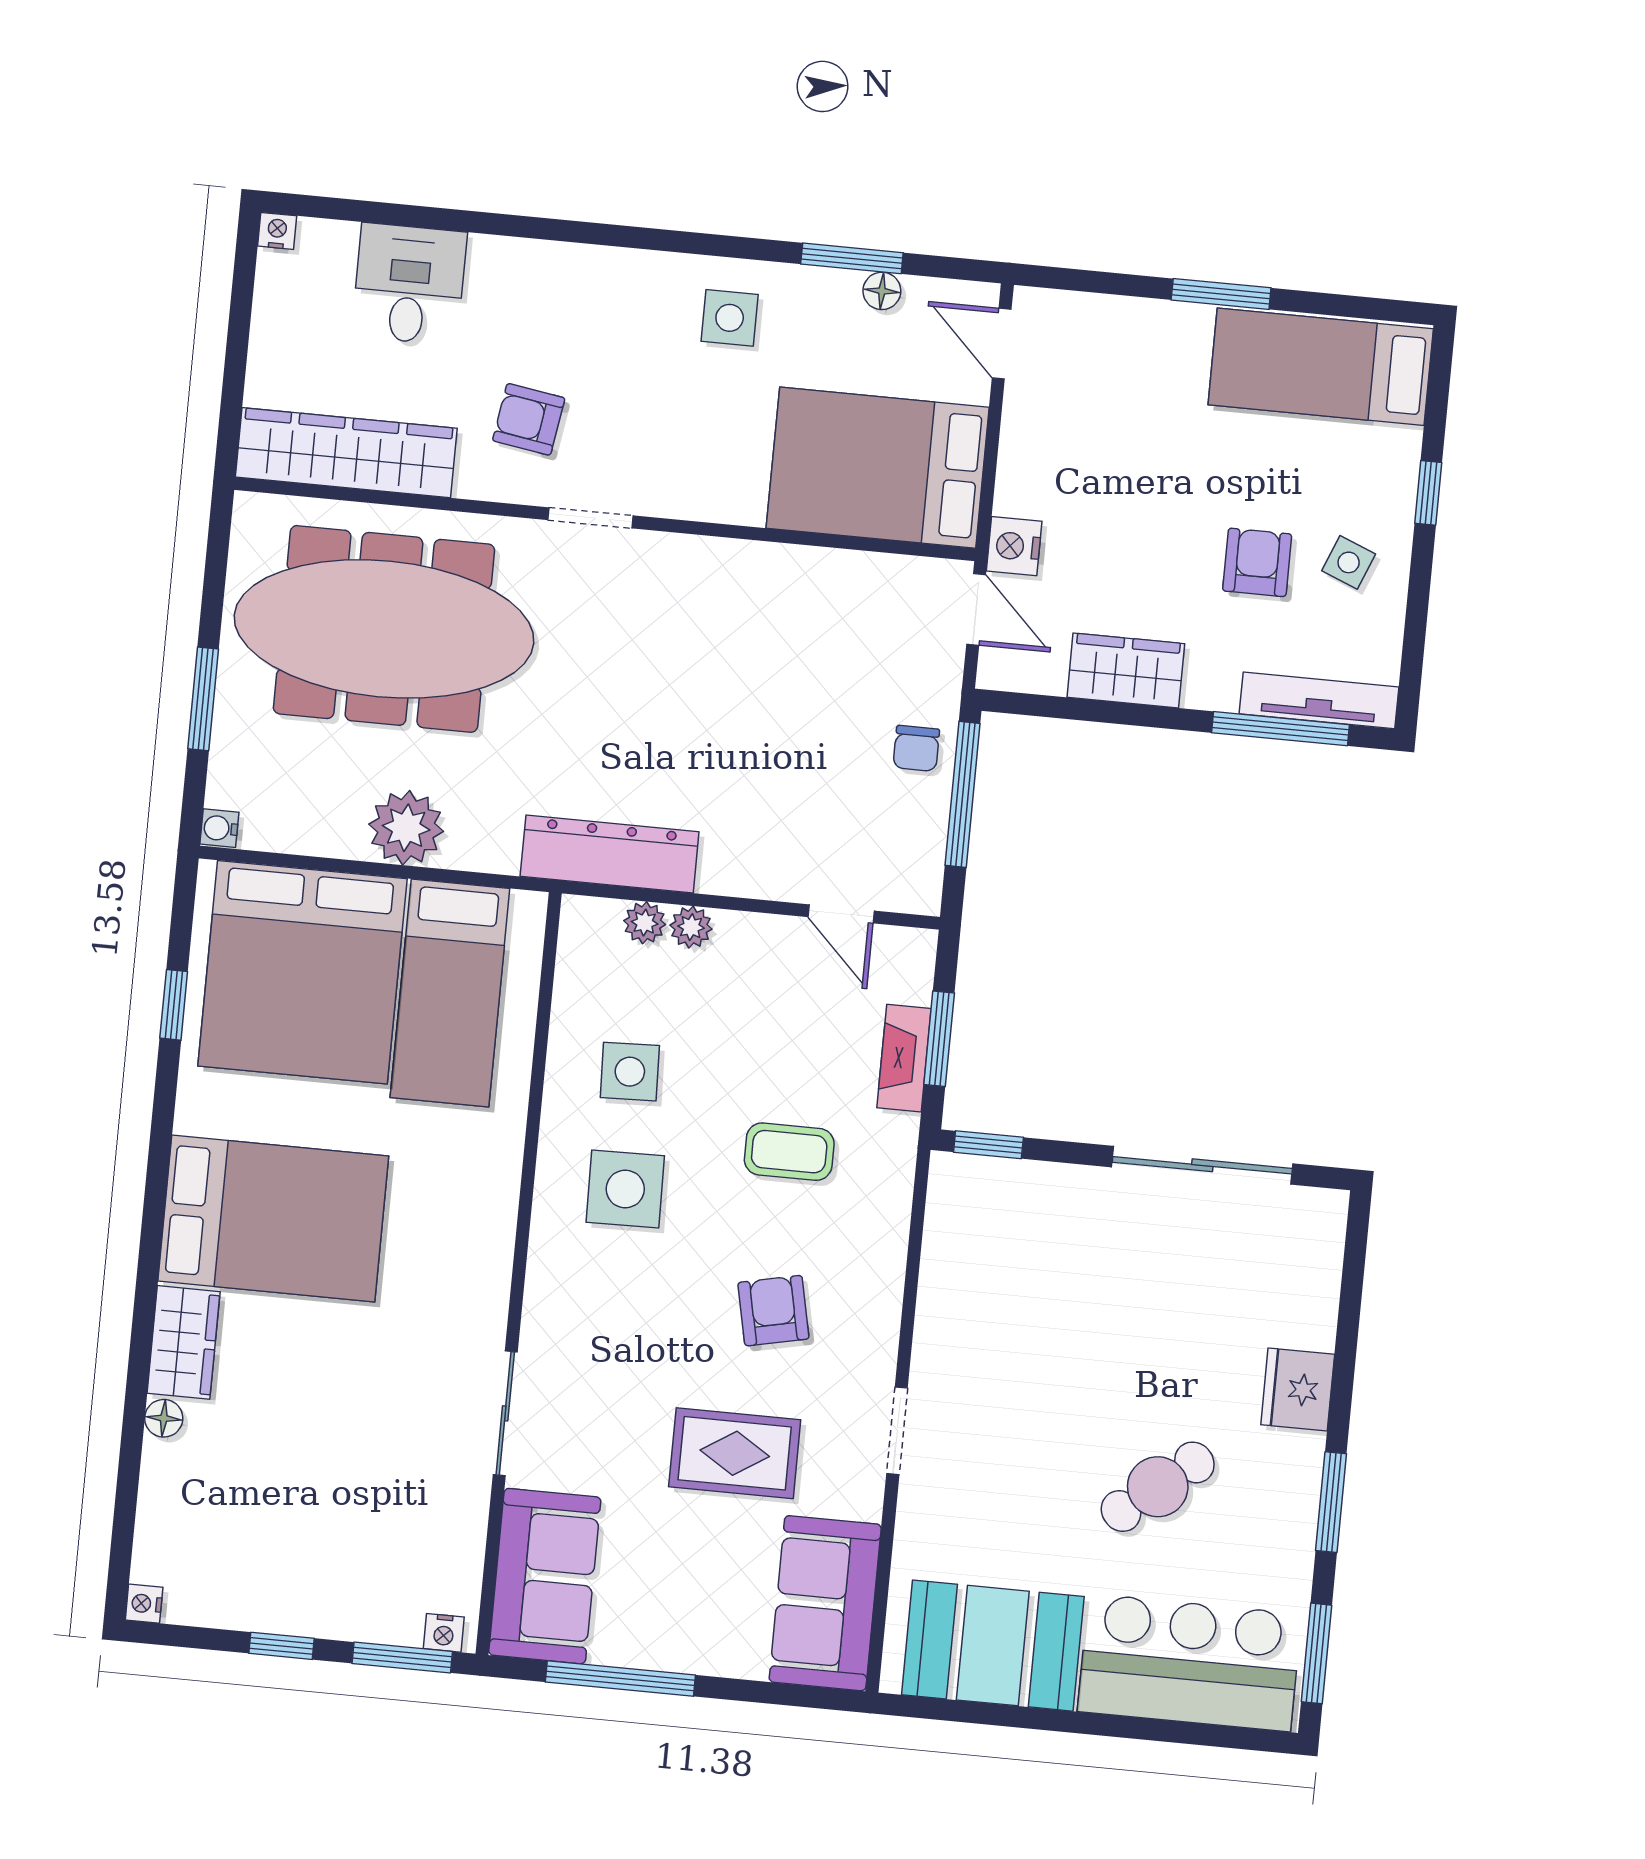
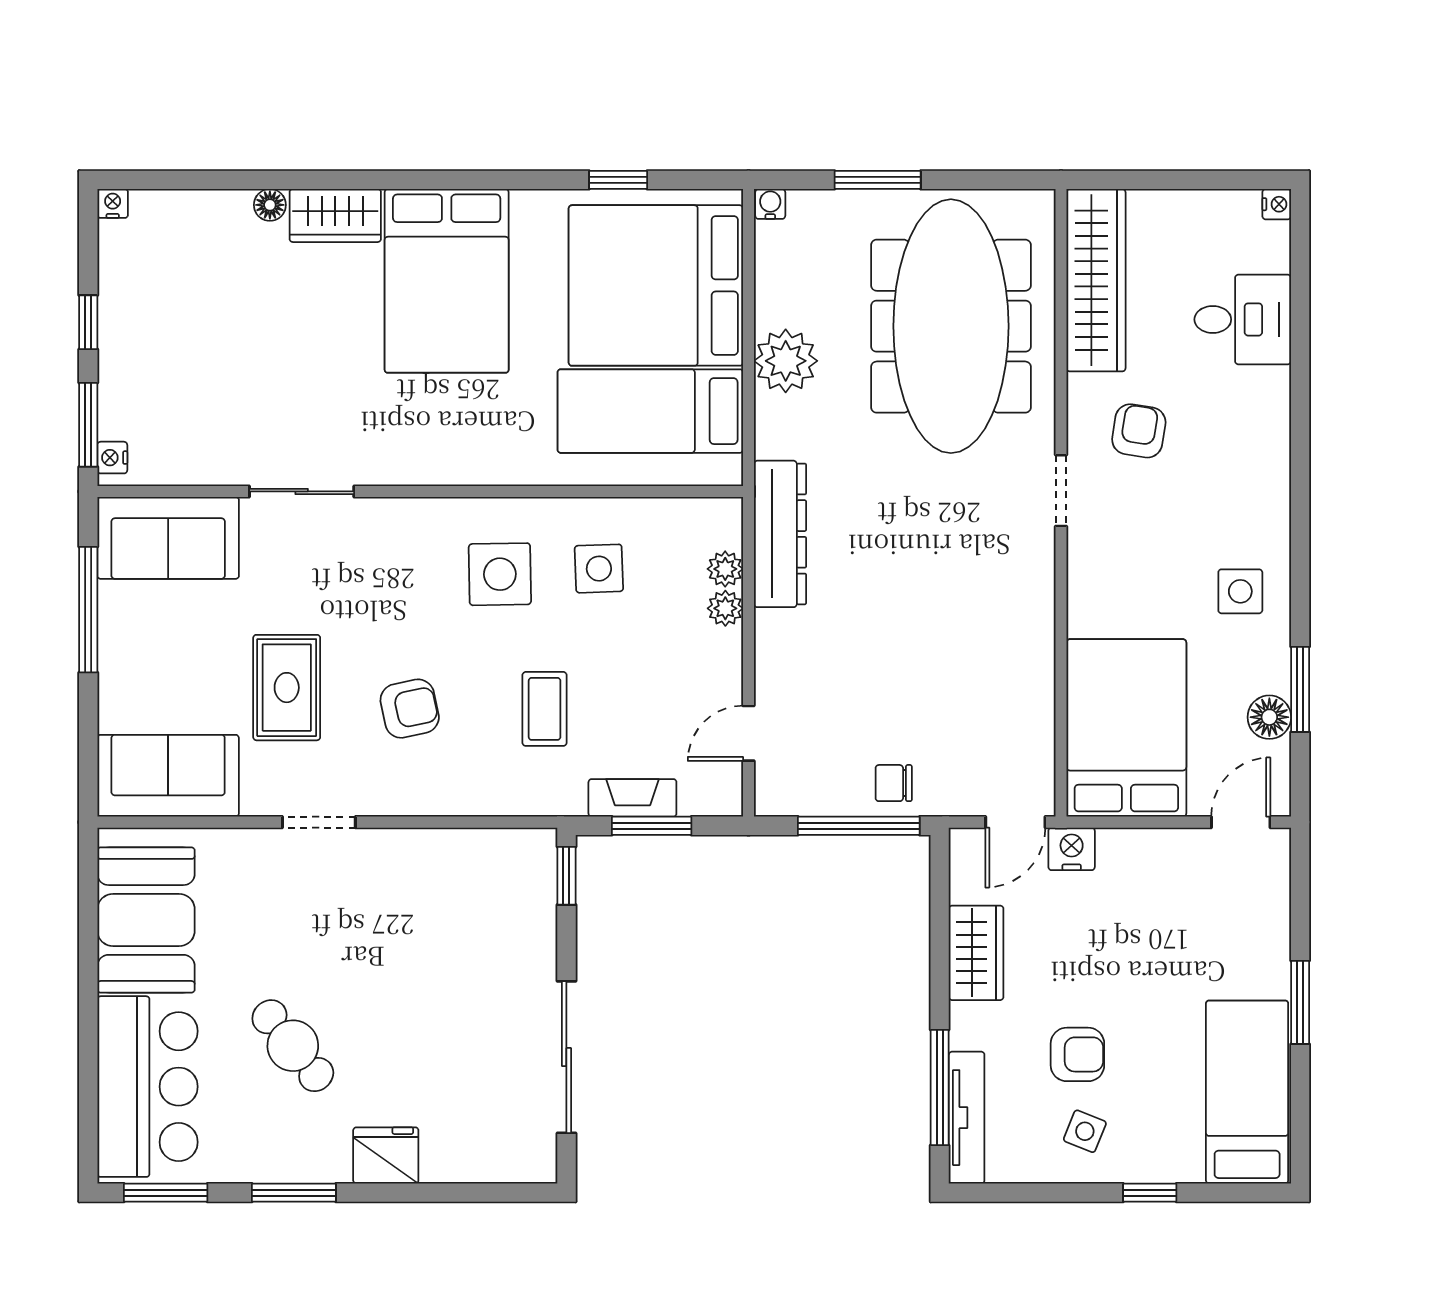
floor lamp: (882, 291) -> (1269, 717), width x1.37, depth x1.37

